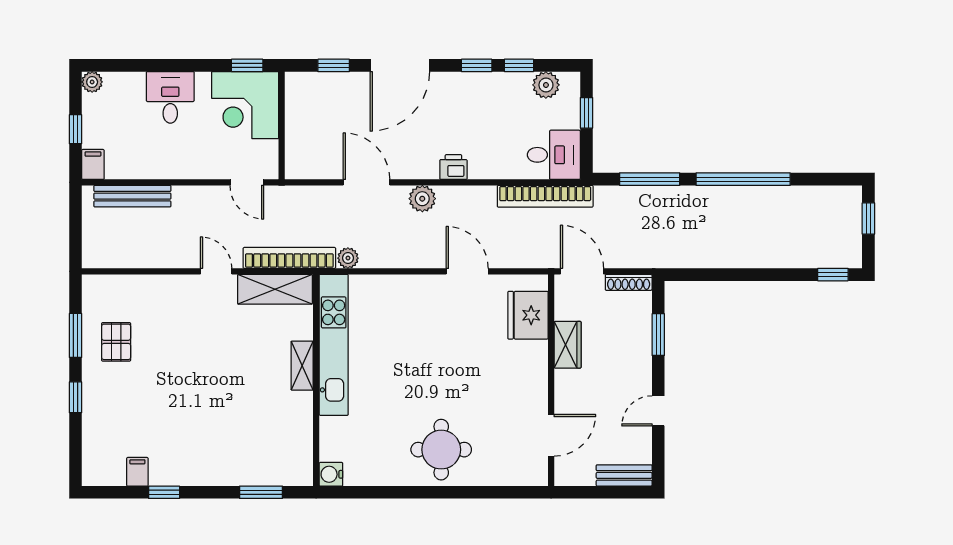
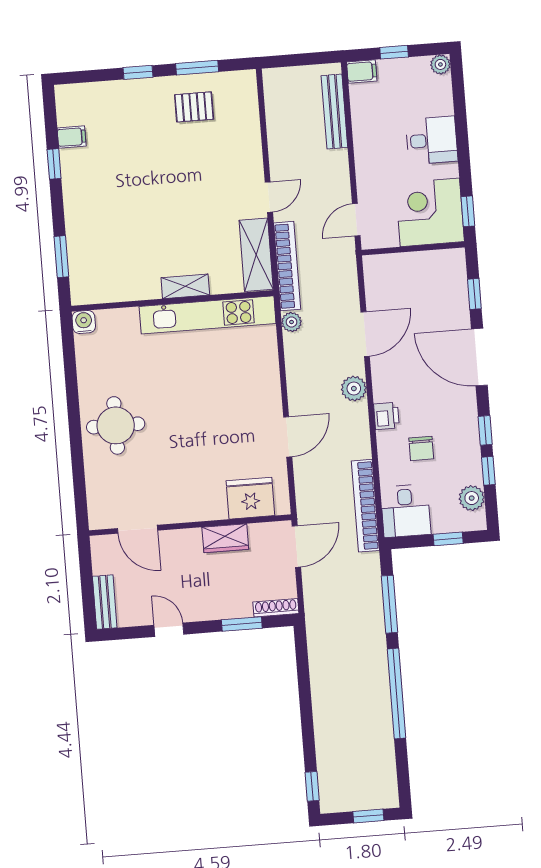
chair: (490, 133) -> (421, 448), added
shoe rack: (629, 282) -> (276, 608), moved, turned 90

